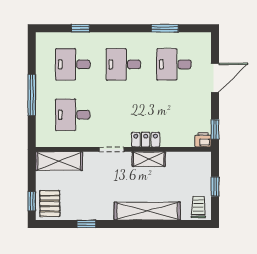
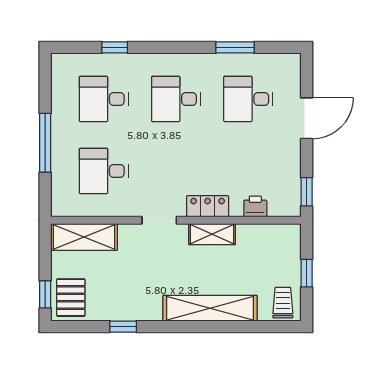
printer: (203, 140) -> (255, 207), moved

